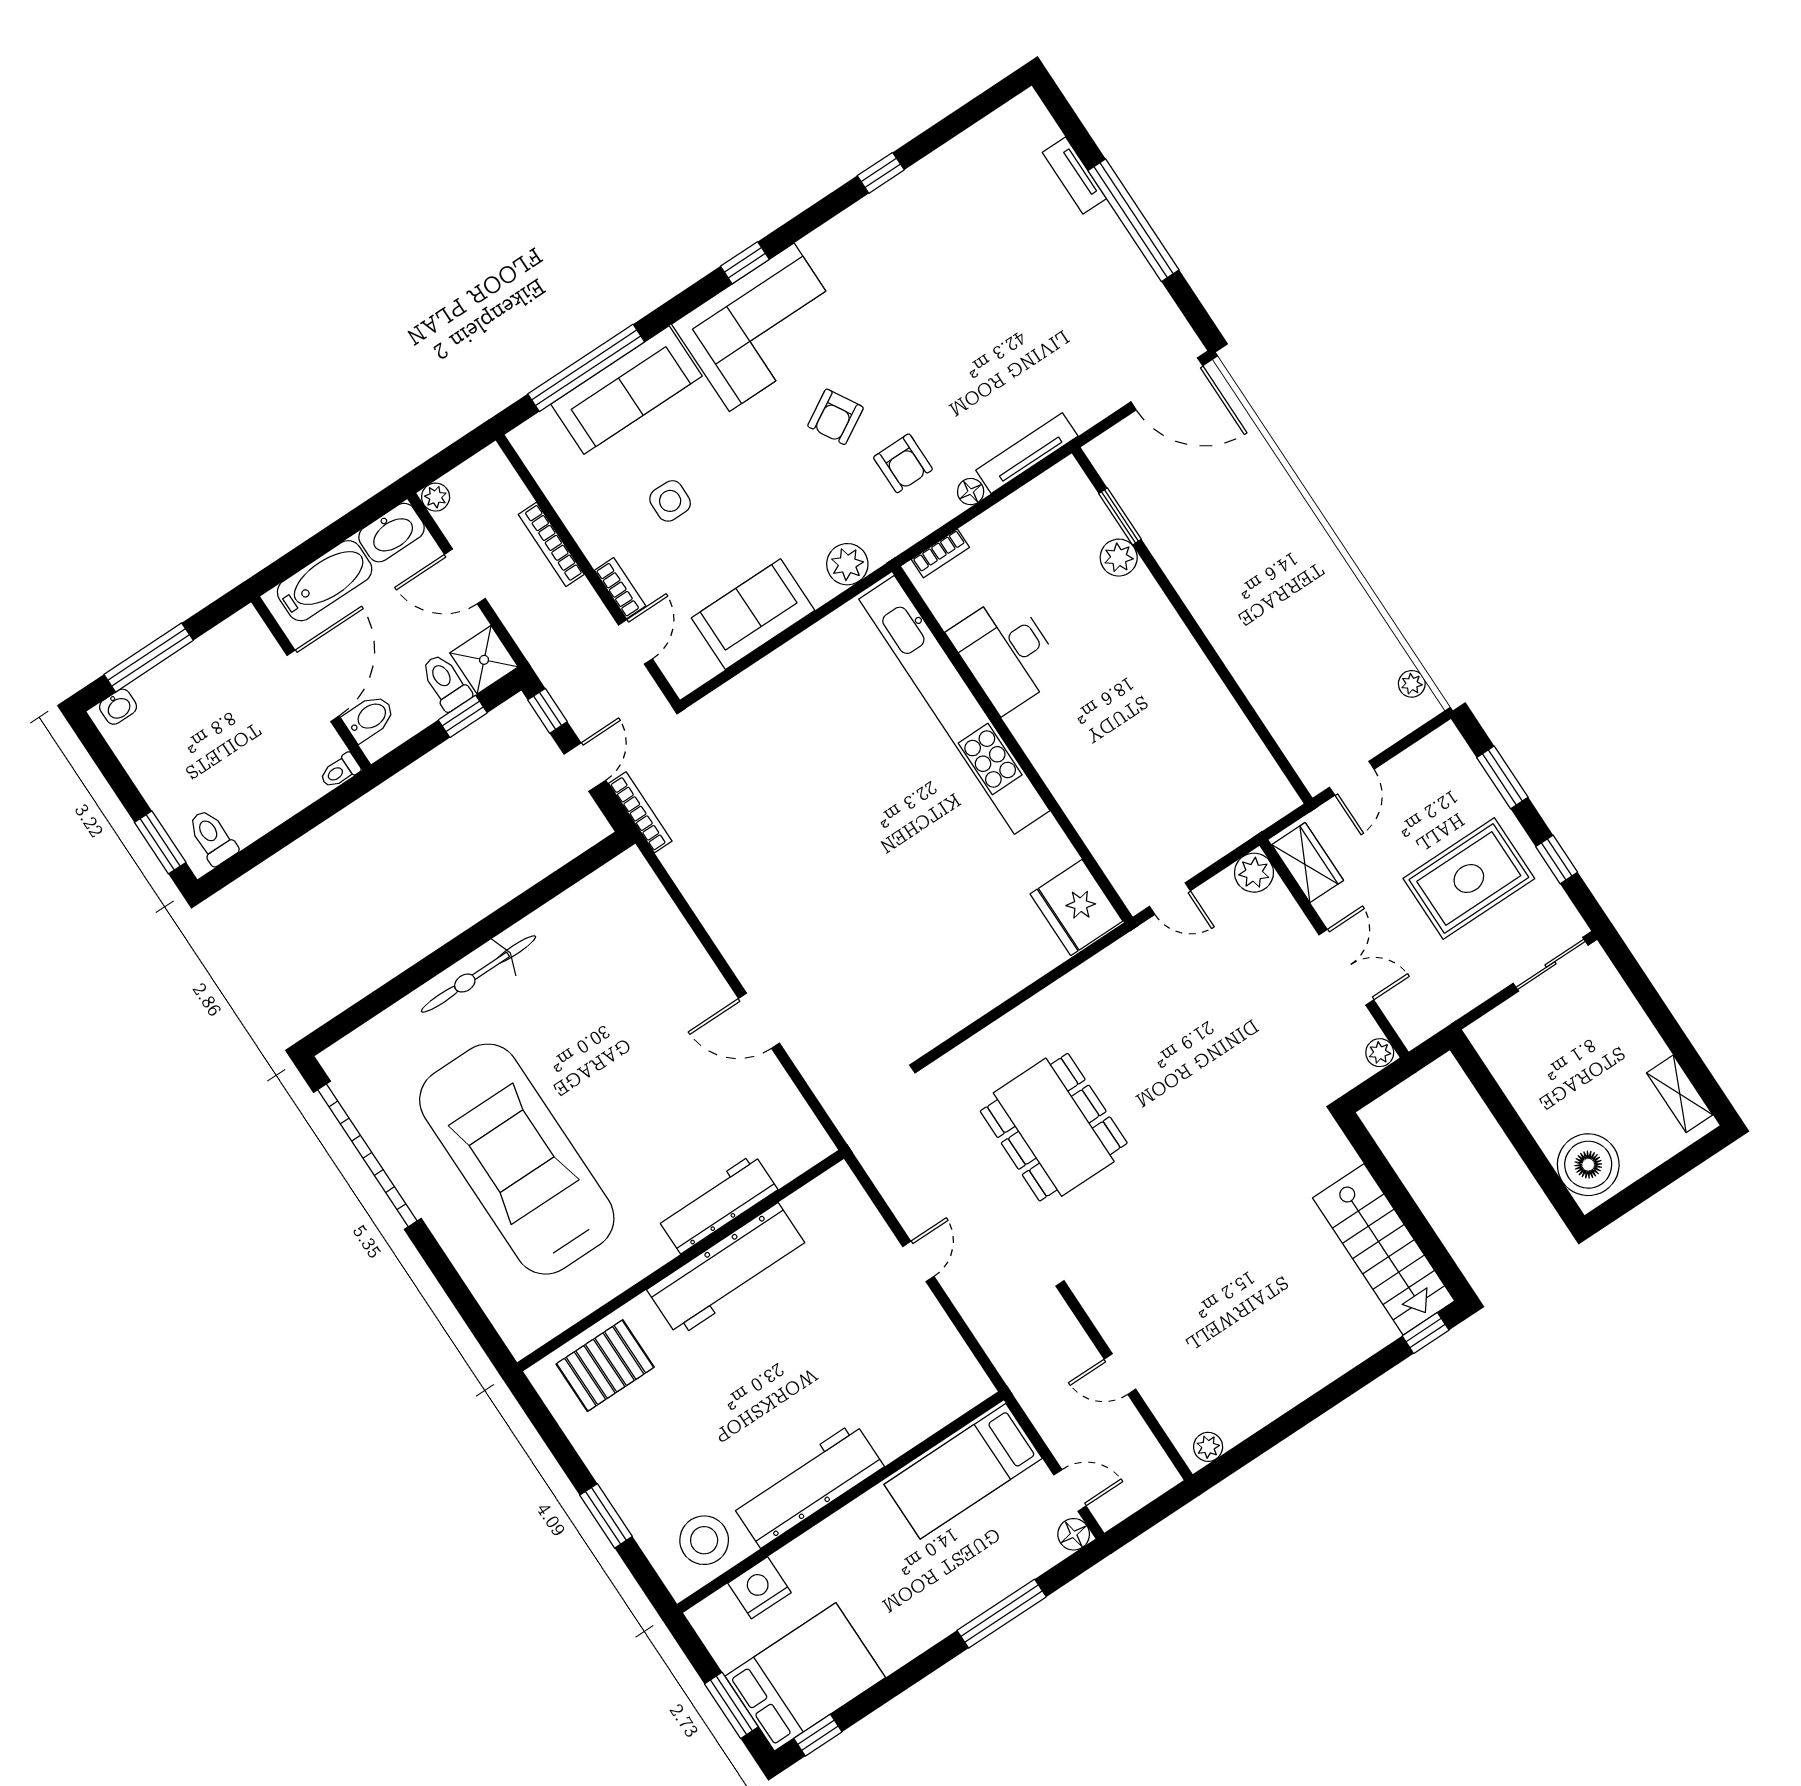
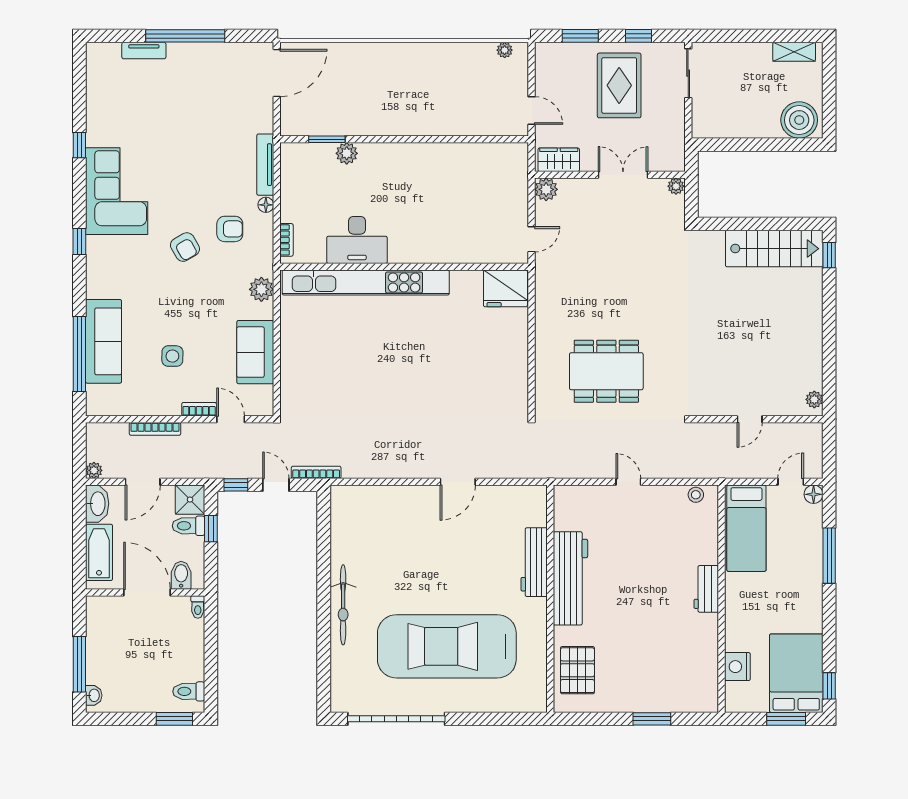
corner sofa: (762, 327) -> (117, 191), moved
workbench: (808, 1485) -> (706, 589), width x0.53, depth x0.76
stool: (704, 1540) -> (696, 495), moved, width x0.53, depth x0.53

